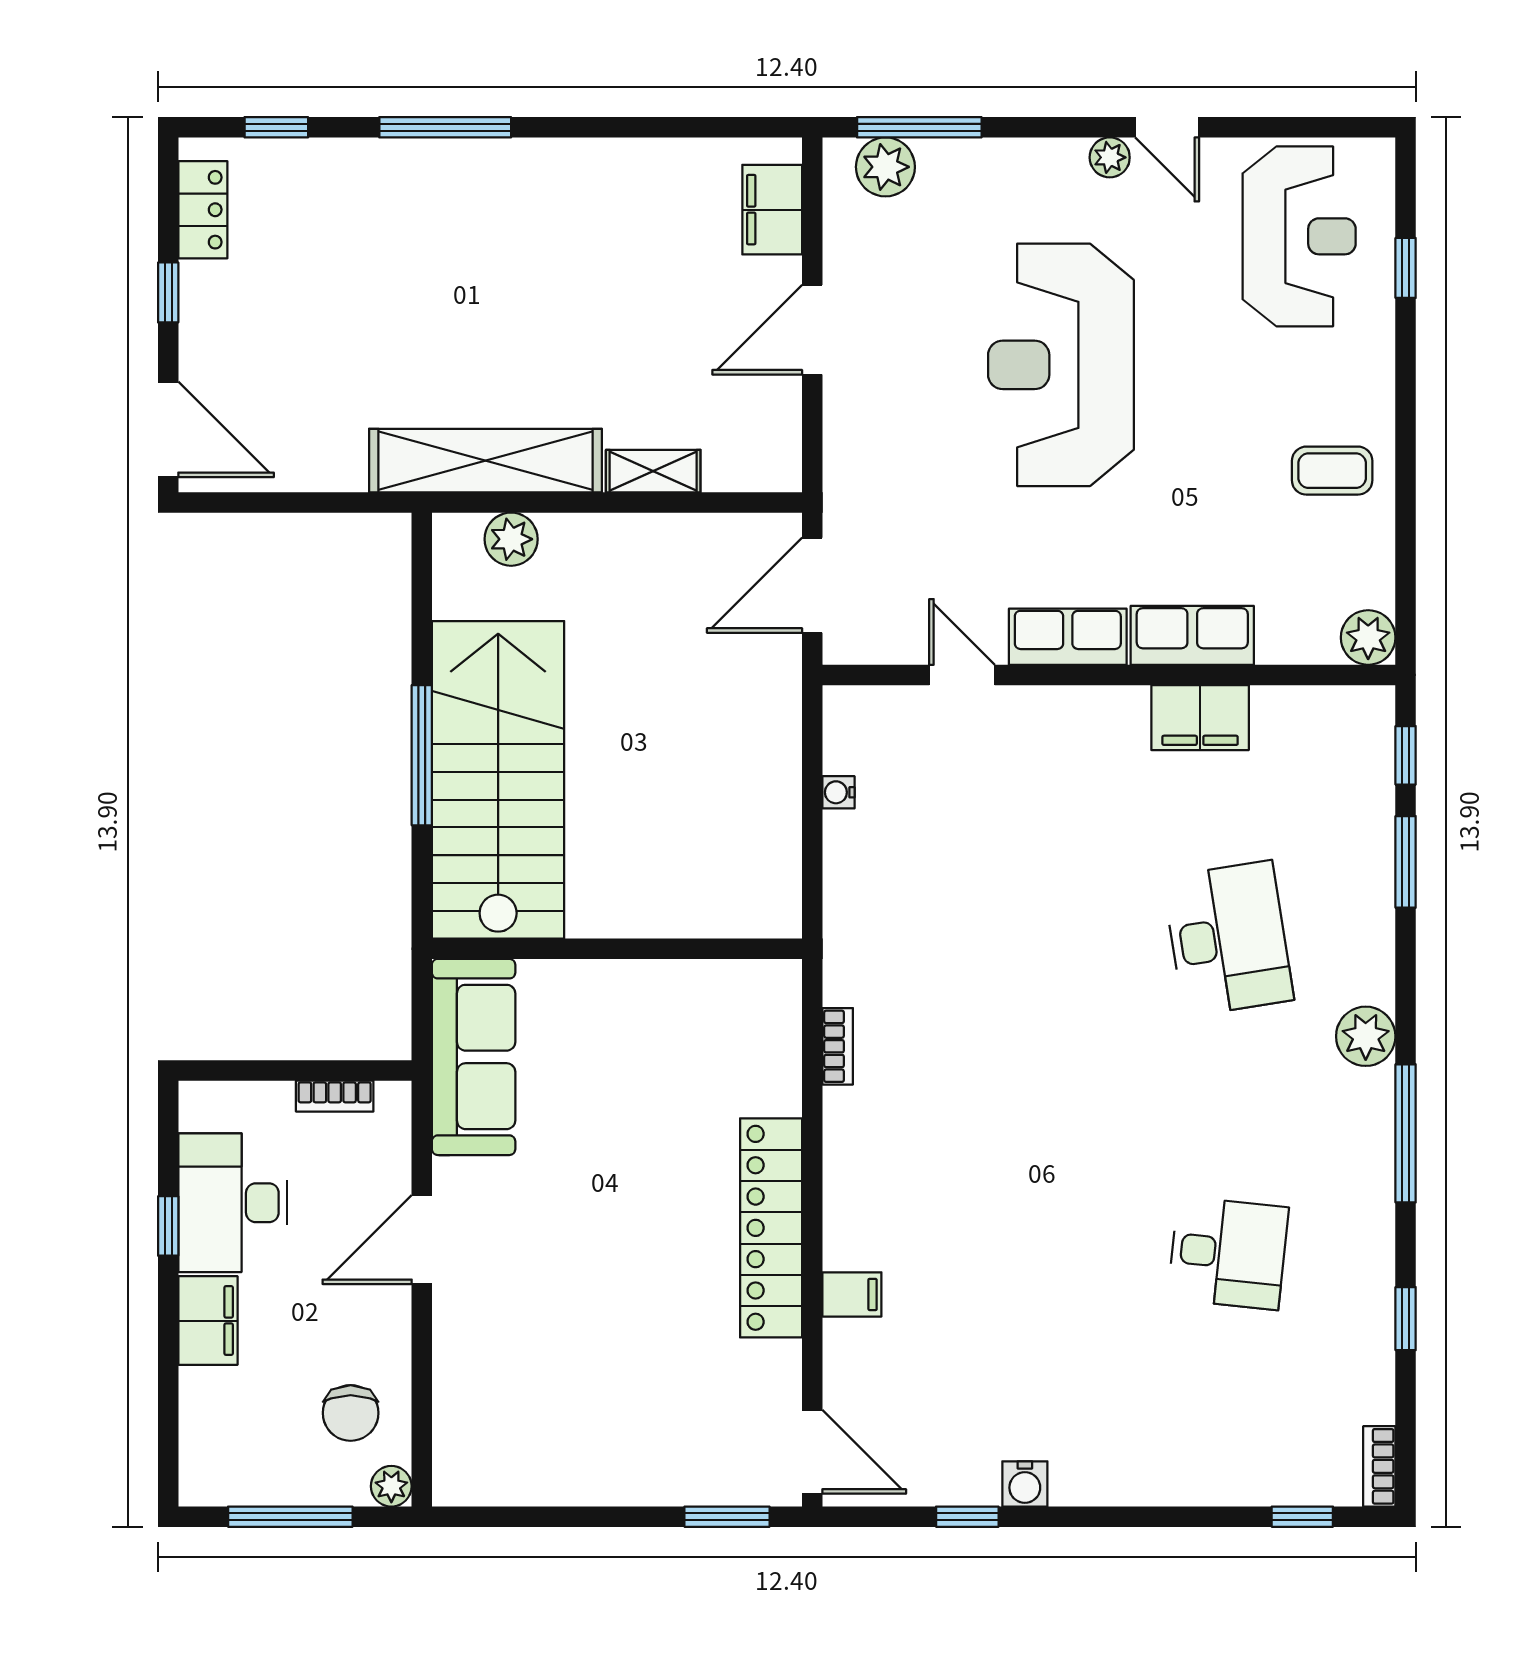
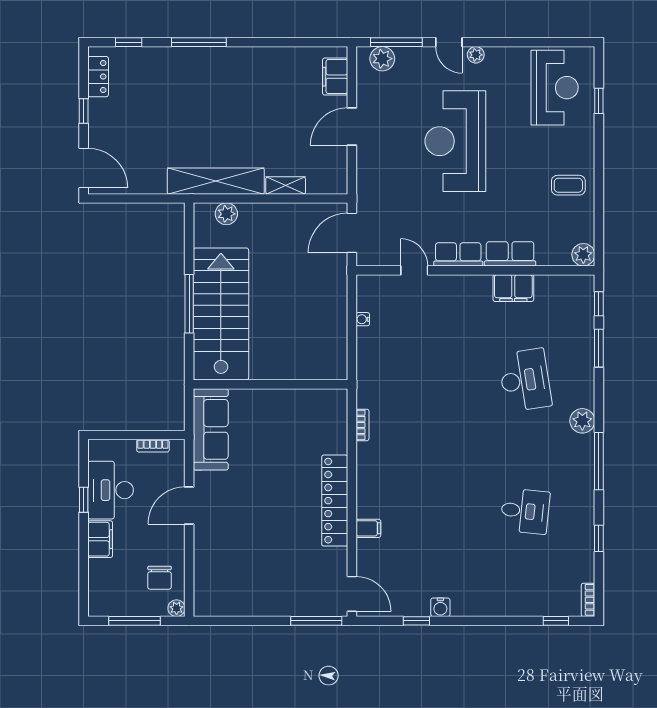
door: (1167, 127) -> (449, 42), moved
window: (727, 1517) -> (316, 621), width x1.44

